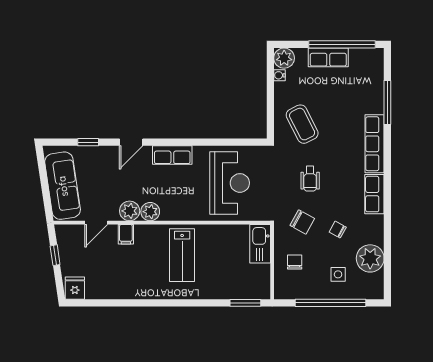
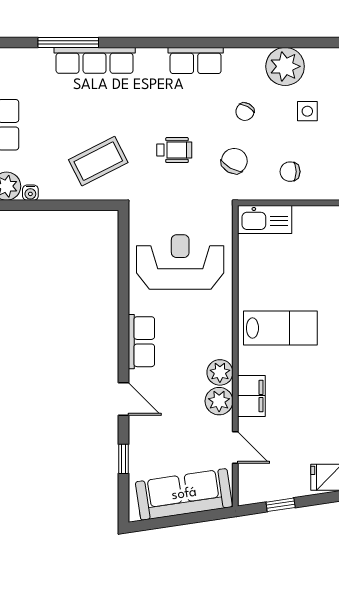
row of seats: (375, 144) -> (95, 60), moved
filing cabinet: (126, 234) -> (251, 396), width x2.00

